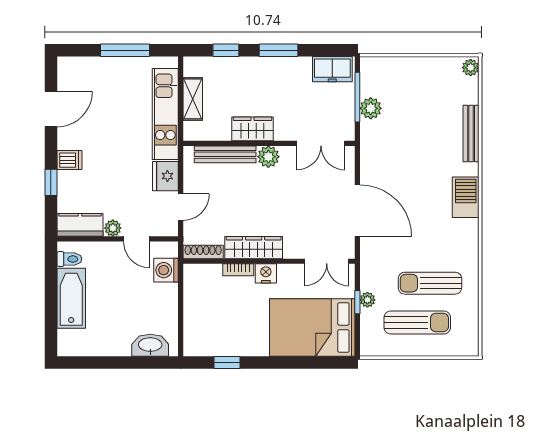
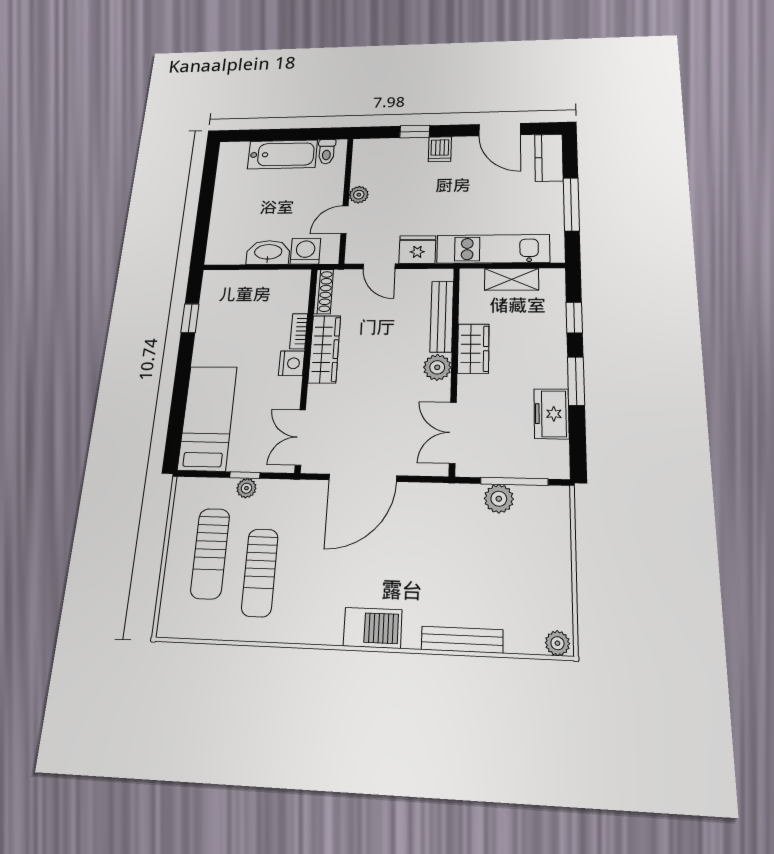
freezer: (332, 69) -> (551, 414), moved
kitchen counter: (80, 225) -> (549, 158), moved, turned 180
sun lounger: (430, 283) -> (260, 572), turned 180
bed: (312, 327) -> (208, 418), width x0.67
washbasin: (150, 345) -> (268, 252), moved, turned -90

